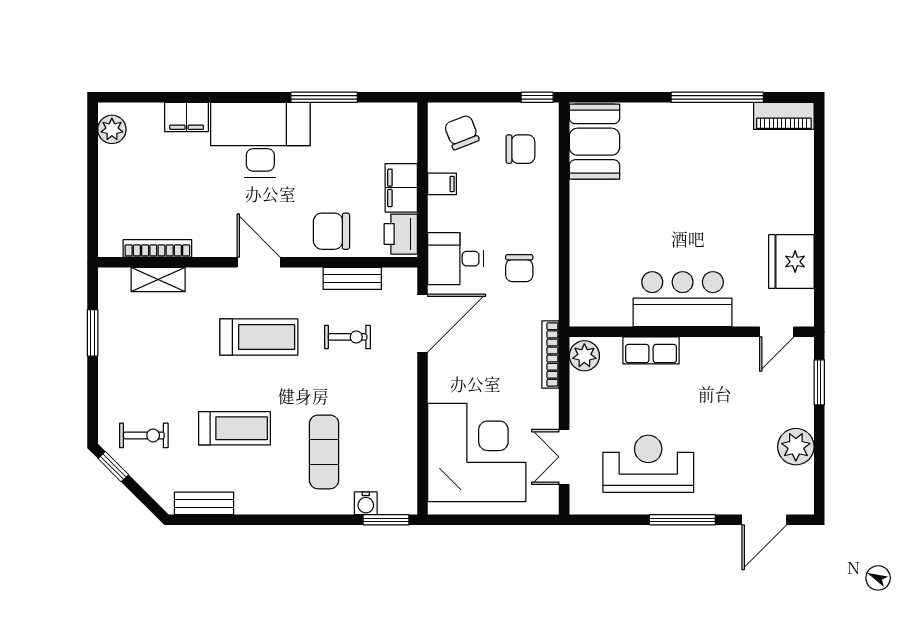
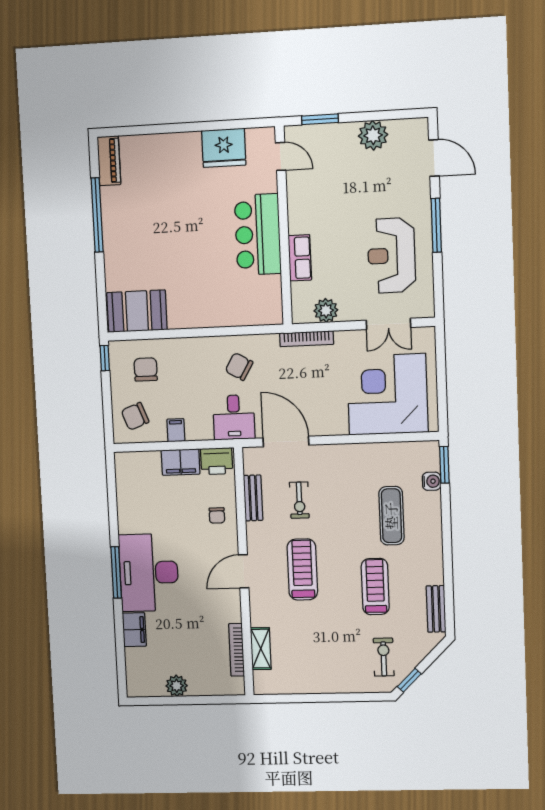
window: (324, 97) -> (116, 572), moved
plant: (112, 129) -> (177, 686), moved
chair: (331, 231) -> (217, 515), width x0.54, depth x0.54
chair: (519, 268) -> (239, 367), turned -150
window: (93, 333) -> (305, 698), removed
exercise bike: (348, 337) -> (299, 500), turned 180
plant: (584, 356) -> (326, 310), moved
exercise mat: (324, 452) -> (391, 516), turned 90

